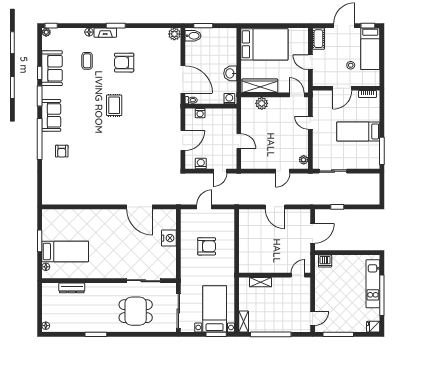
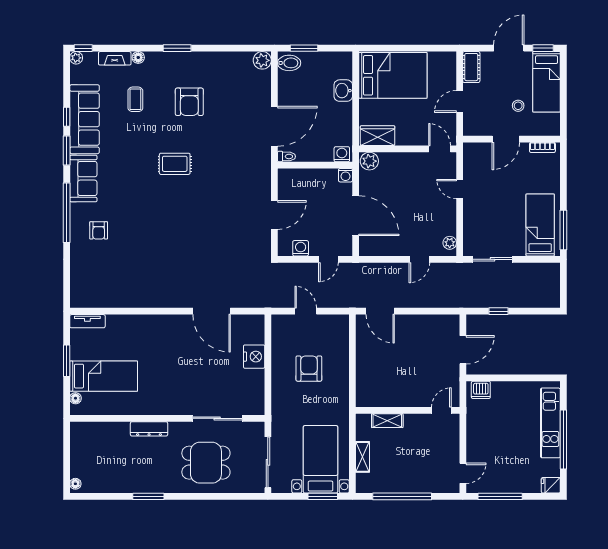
fireplace: (105, 33) -> (115, 58), moved
door: (310, 62) -> (460, 101), hinge flipped
armchair: (124, 63) -> (189, 102), turned -90
sofa: (52, 68) -> (85, 119), width x1.36
washbasin: (230, 73) -> (343, 91), moved
door: (183, 79) -> (274, 126), hinge flipped
wardrobe: (260, 86) -> (378, 136), width x0.67
plant: (262, 103) -> (369, 161), moved
rug: (114, 105) -> (175, 164), turned 90
washing machine: (200, 113) -> (346, 175), moved
bed: (358, 131) -> (540, 225), moved, turned 90
door: (239, 141) -> (356, 216), width x1.88
door: (204, 207) -> (306, 311), hinge flipped
door: (275, 207) -> (380, 311), moved
tv unit: (54, 214) -> (87, 321), added
armchair: (207, 246) -> (309, 369), turned -90
dresser: (72, 288) -> (149, 429), moved
shelving: (244, 321) -> (363, 457), moved

